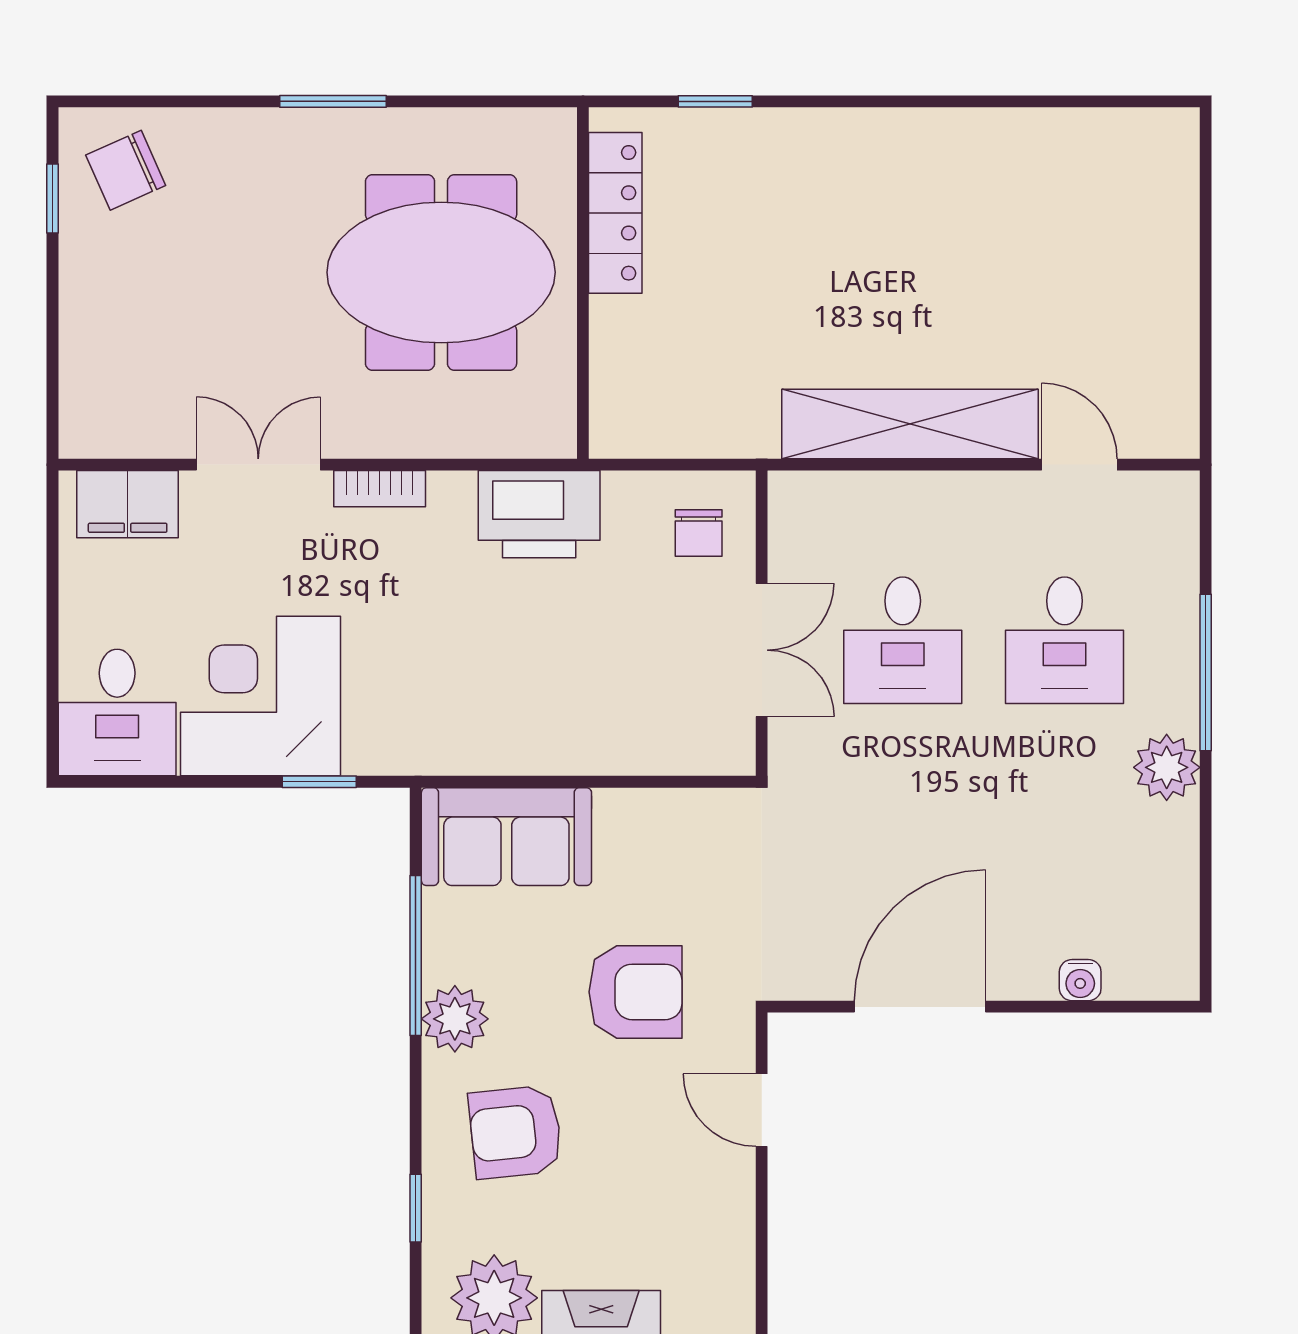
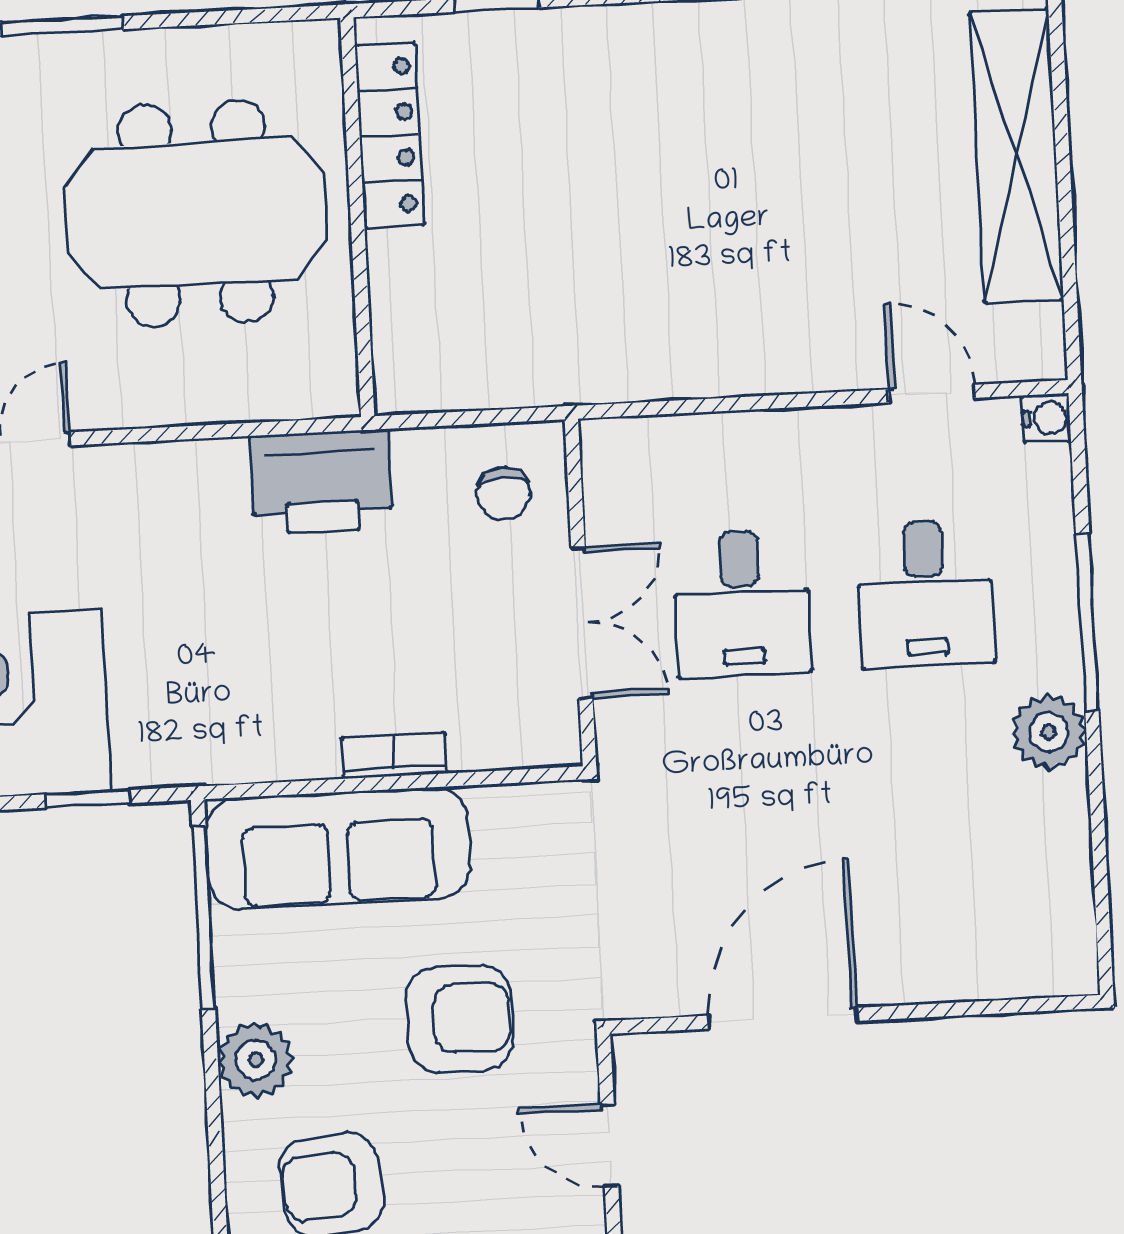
shelving: (910, 424) -> (1016, 156), moved, turned 90
bookcase: (380, 489) -> (394, 755), moved, turned 180
sofa: (506, 837) -> (338, 848), width x1.36
window: (416, 956) -> (204, 917), moved
water cooler: (1080, 980) -> (1046, 418), moved, turned -90

